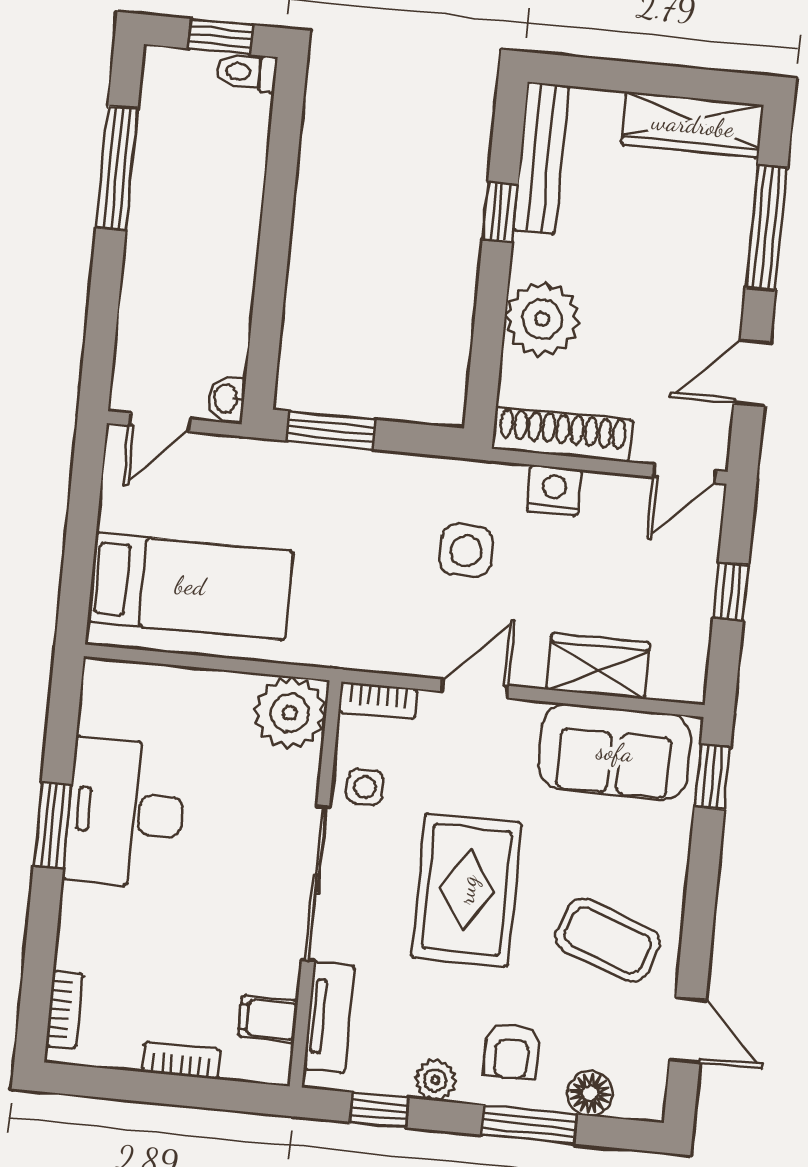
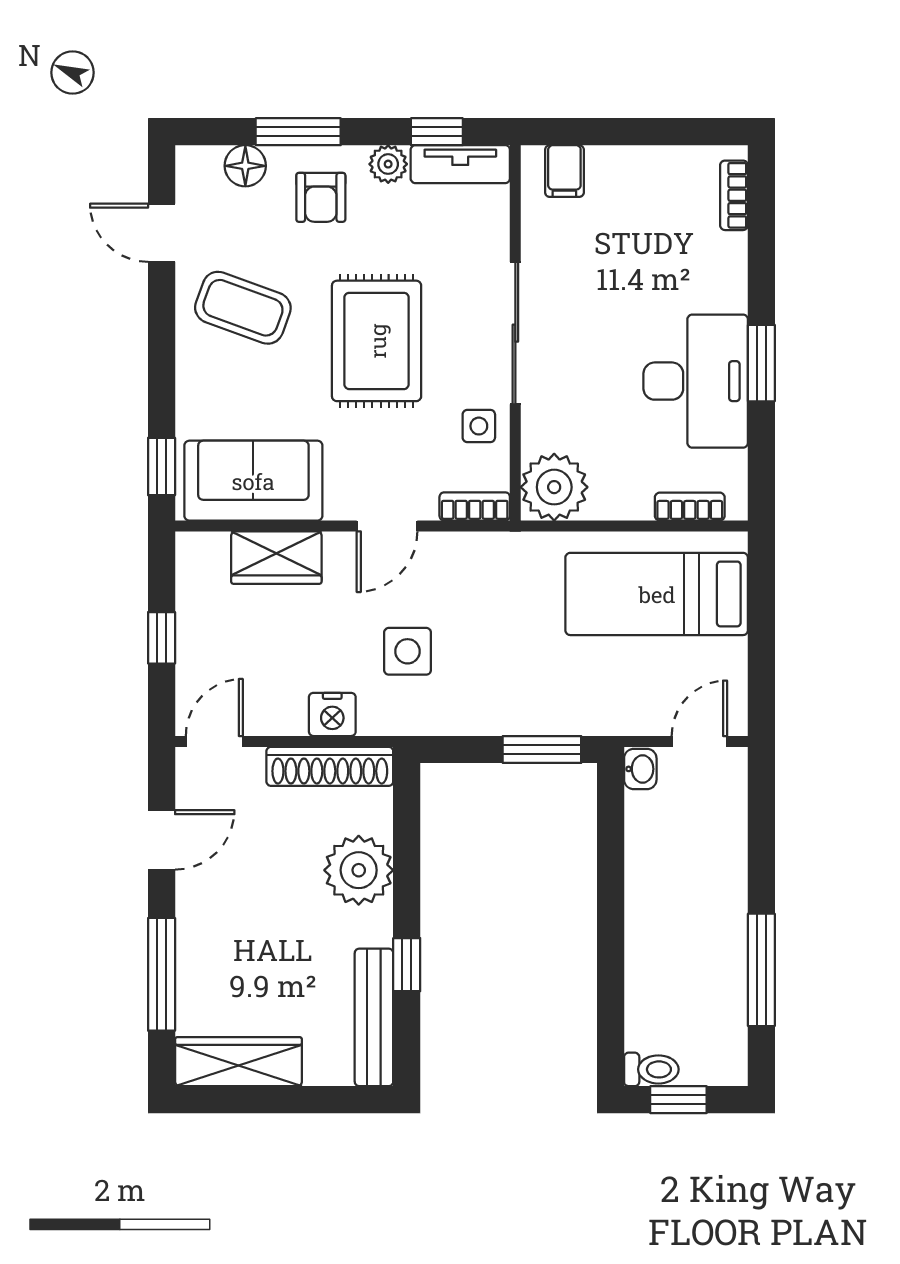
tv unit: (329, 1017) -> (460, 164), moved, turned -90
filing cabinet: (268, 1019) -> (564, 171), moved, turned 90
armchair: (512, 1051) -> (321, 197), turned 180
bookcase: (181, 1061) -> (690, 507), moved, turned 180

